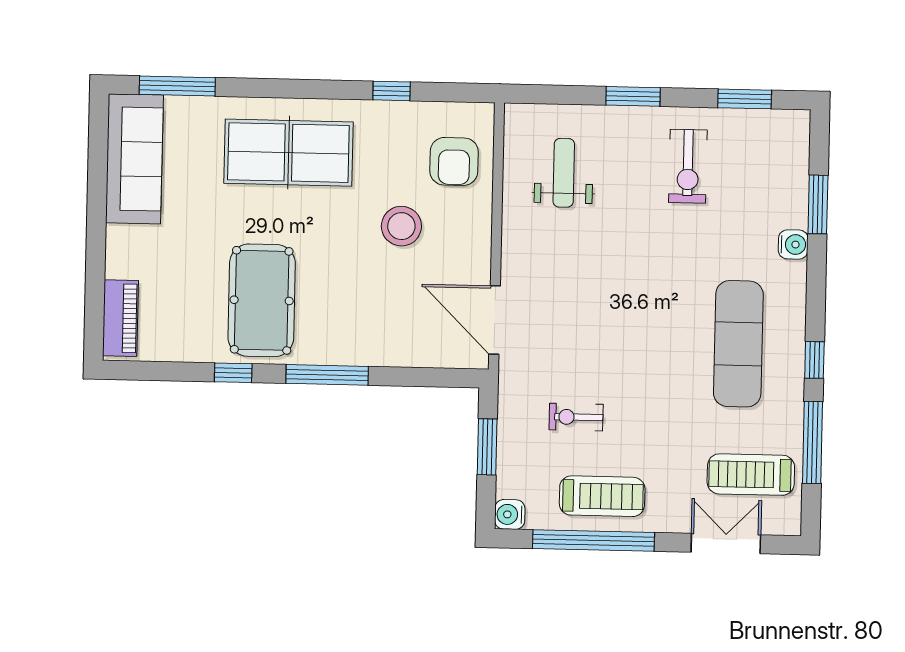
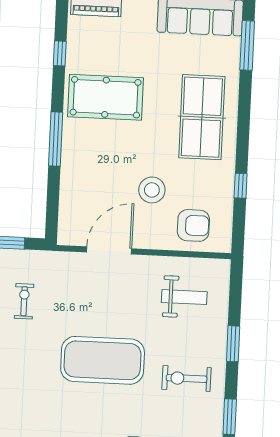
armchair: (454, 161) -> (193, 225), turned 180
door: (495, 320) -> (109, 250), moved
exercise mat: (738, 344) -> (103, 360), moved, width x1.47
window: (233, 373) -> (60, 53), moved

